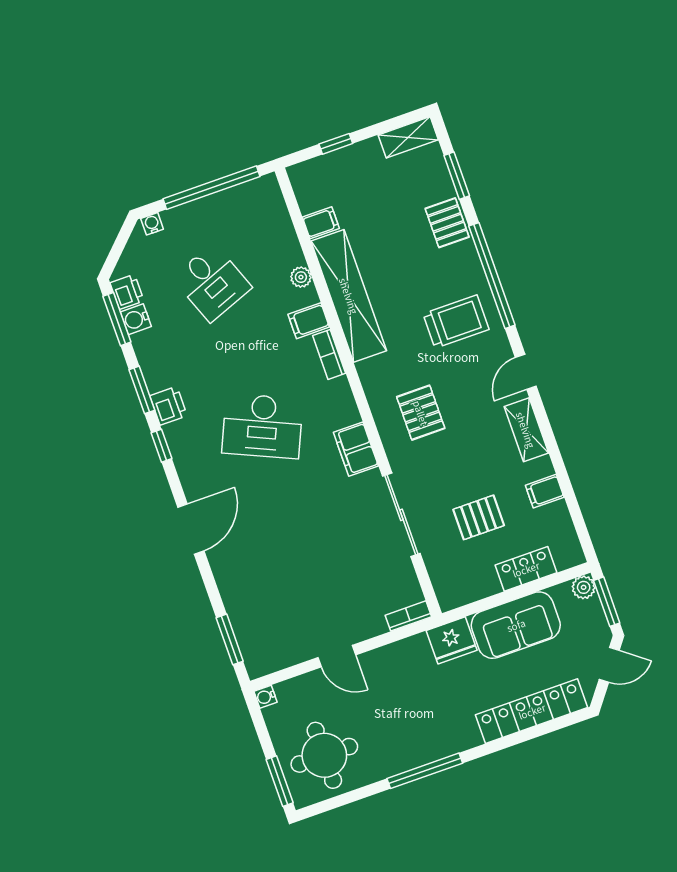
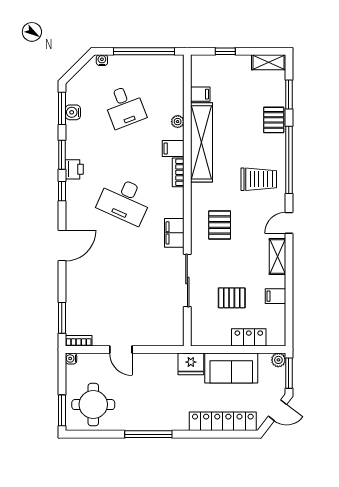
printer: (127, 292) -> (73, 95), removed
bookcase: (408, 616) -> (79, 341), moved

